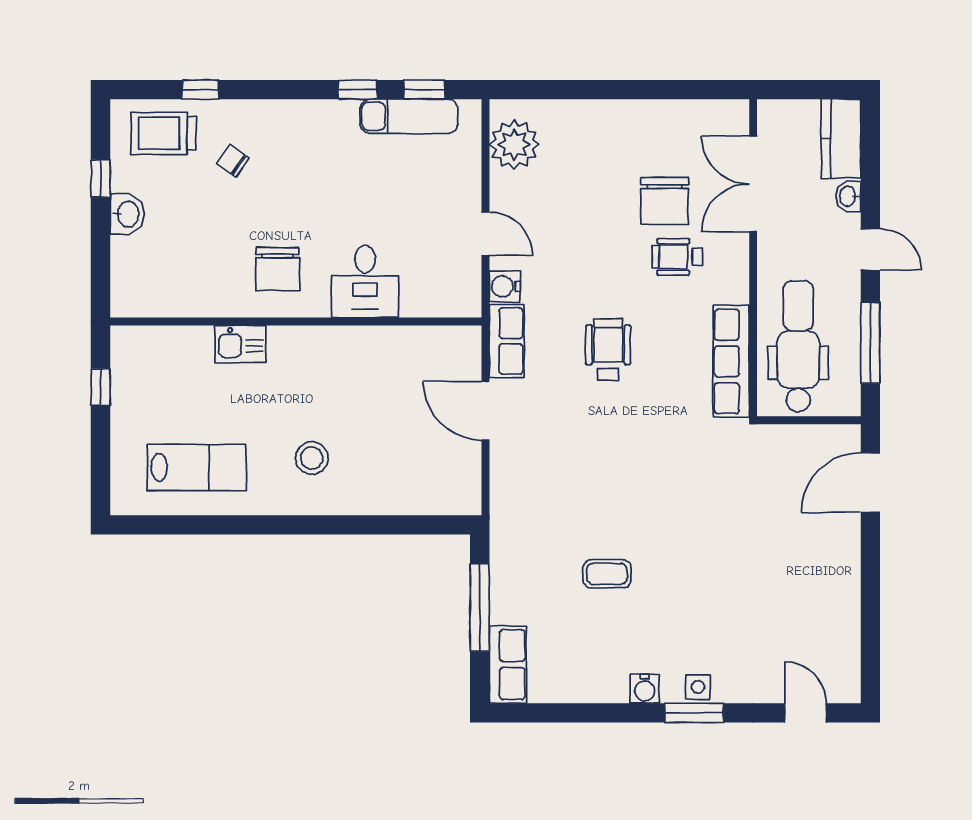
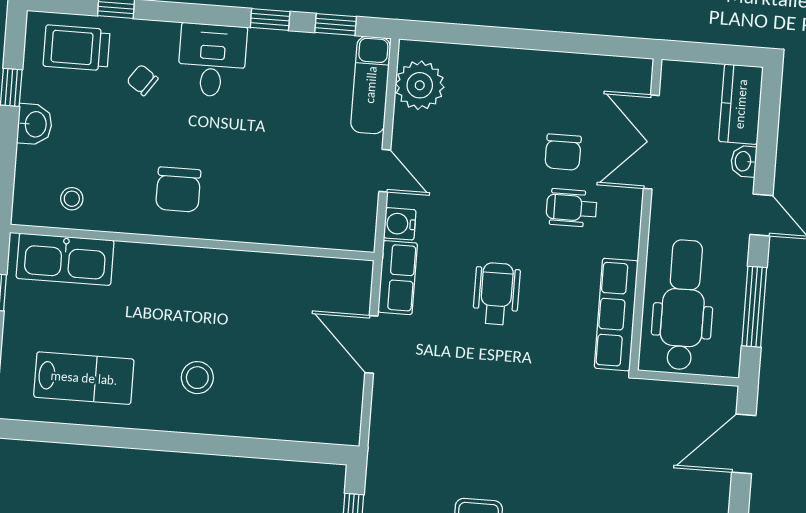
exam couch: (409, 116) -> (371, 85), moved, turned 90
chair: (665, 201) -> (563, 152), width x0.73, depth x0.73
desk: (365, 281) -> (212, 60), moved, turned 180
stool: (171, 287) -> (72, 199), added
kitchen sink: (240, 344) -> (65, 259), moved, width x1.87, depth x1.24

